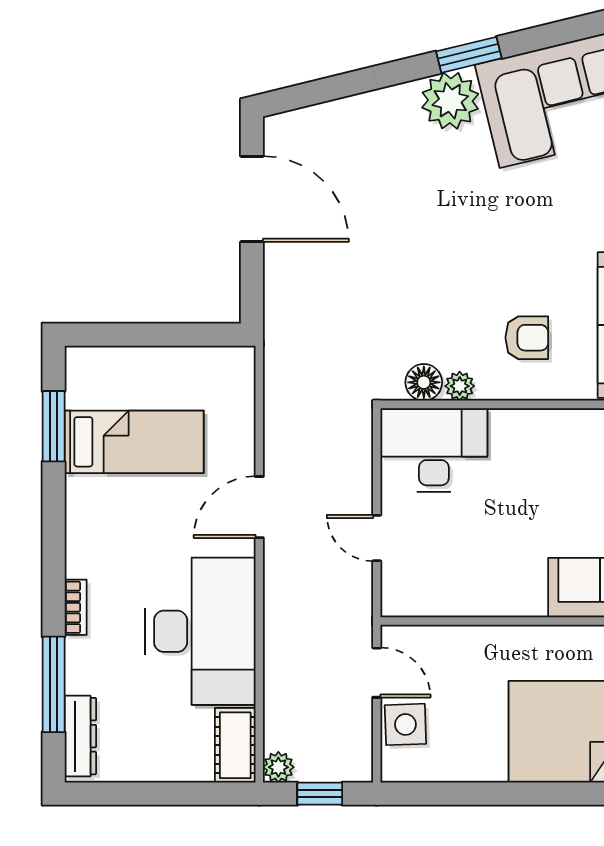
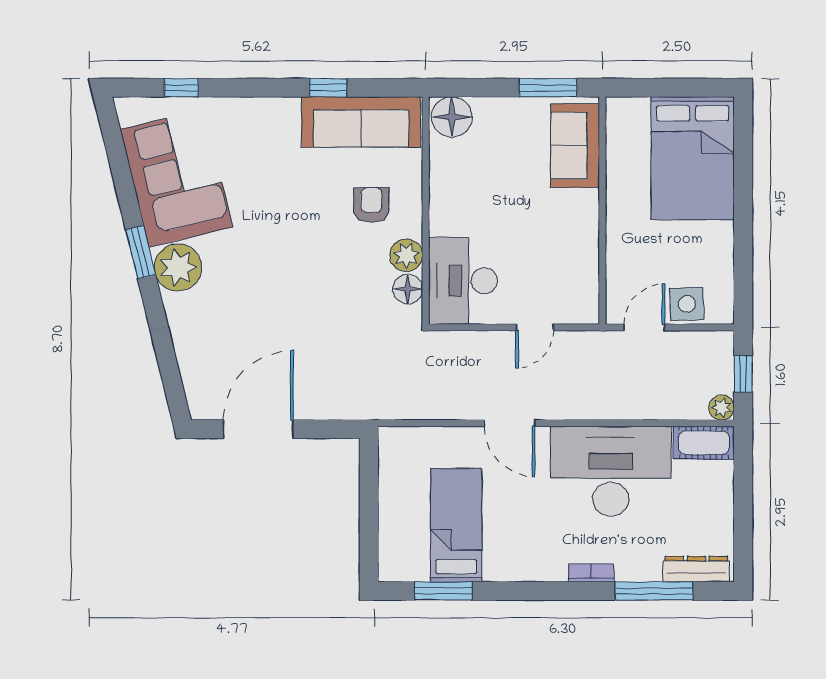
plant: (460, 386) -> (406, 255), width x1.38, depth x1.38

